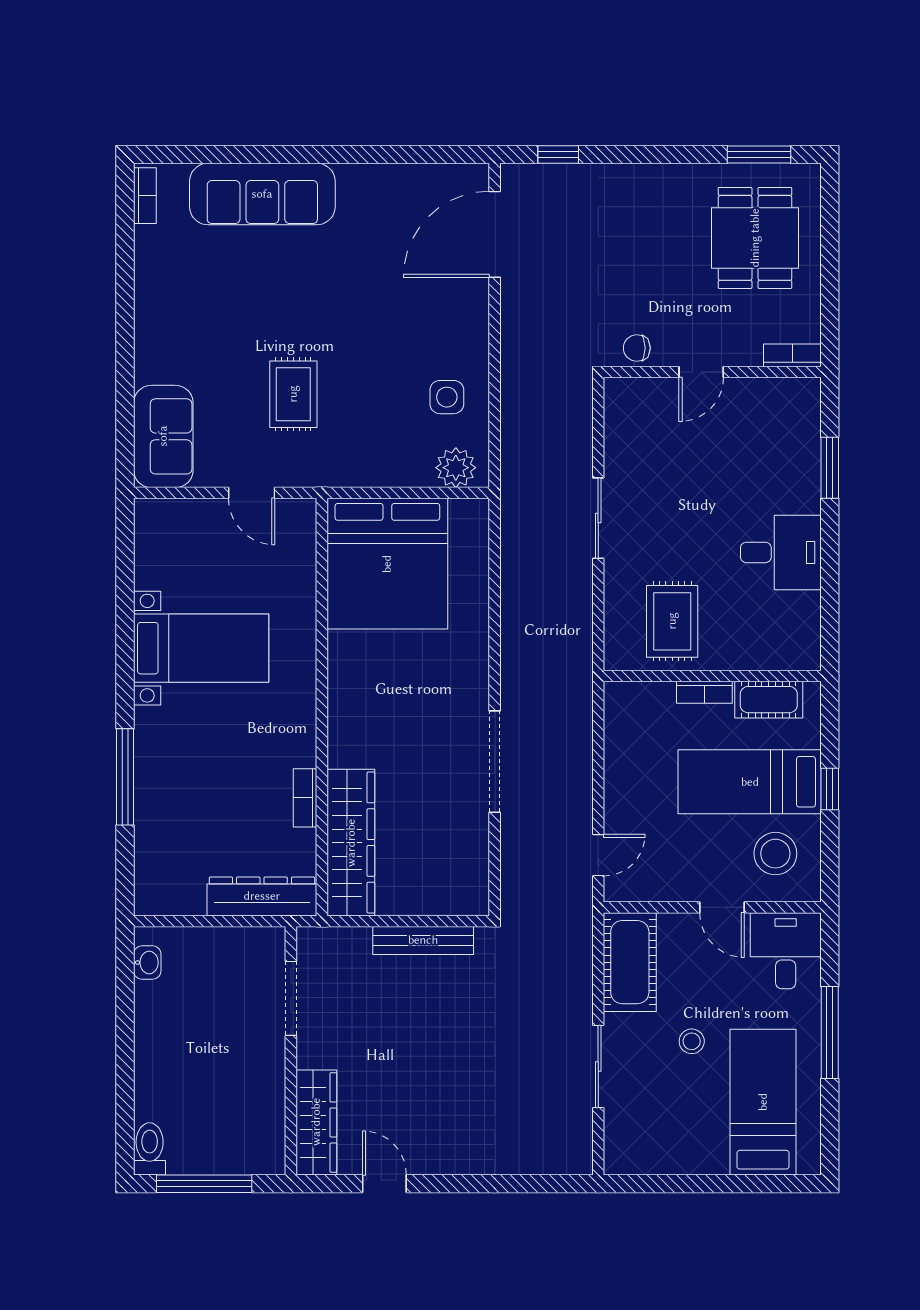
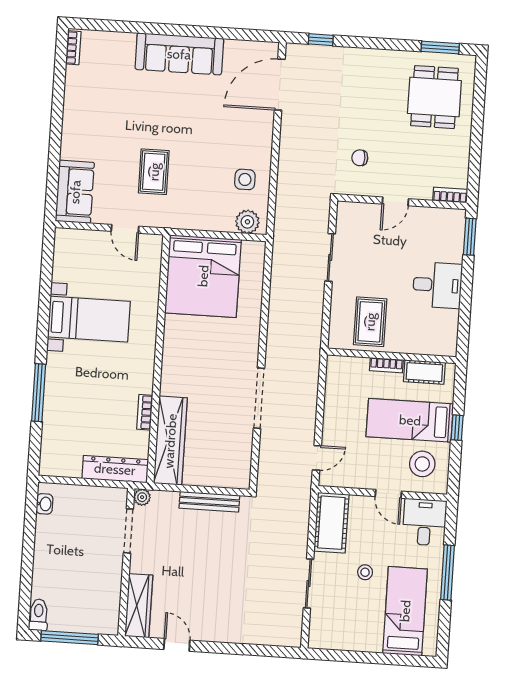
sofa: (262, 194) -> (179, 54), moved
bookcase: (792, 355) -> (450, 195), moved
door: (701, 372) -> (395, 201), moved
wall: (712, 372) -> (402, 202), moved
plant: (310, 940) -> (142, 497), added

